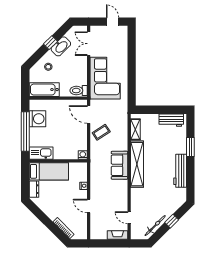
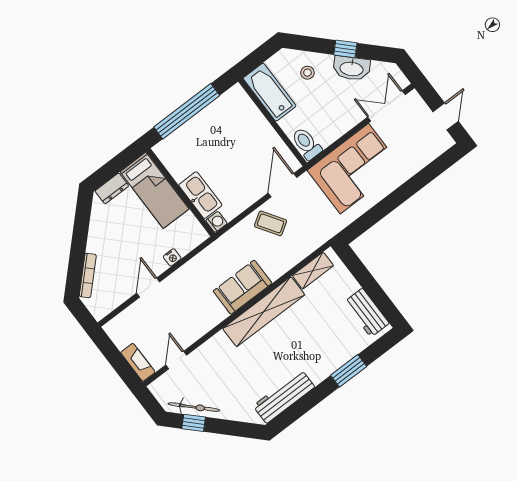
washing machine: (37, 119) -> (219, 115), removed
kitchen sink: (41, 153) -> (200, 195), moved
workbench: (180, 171) -> (284, 396), moved
window: (172, 221) -> (194, 423), moved

